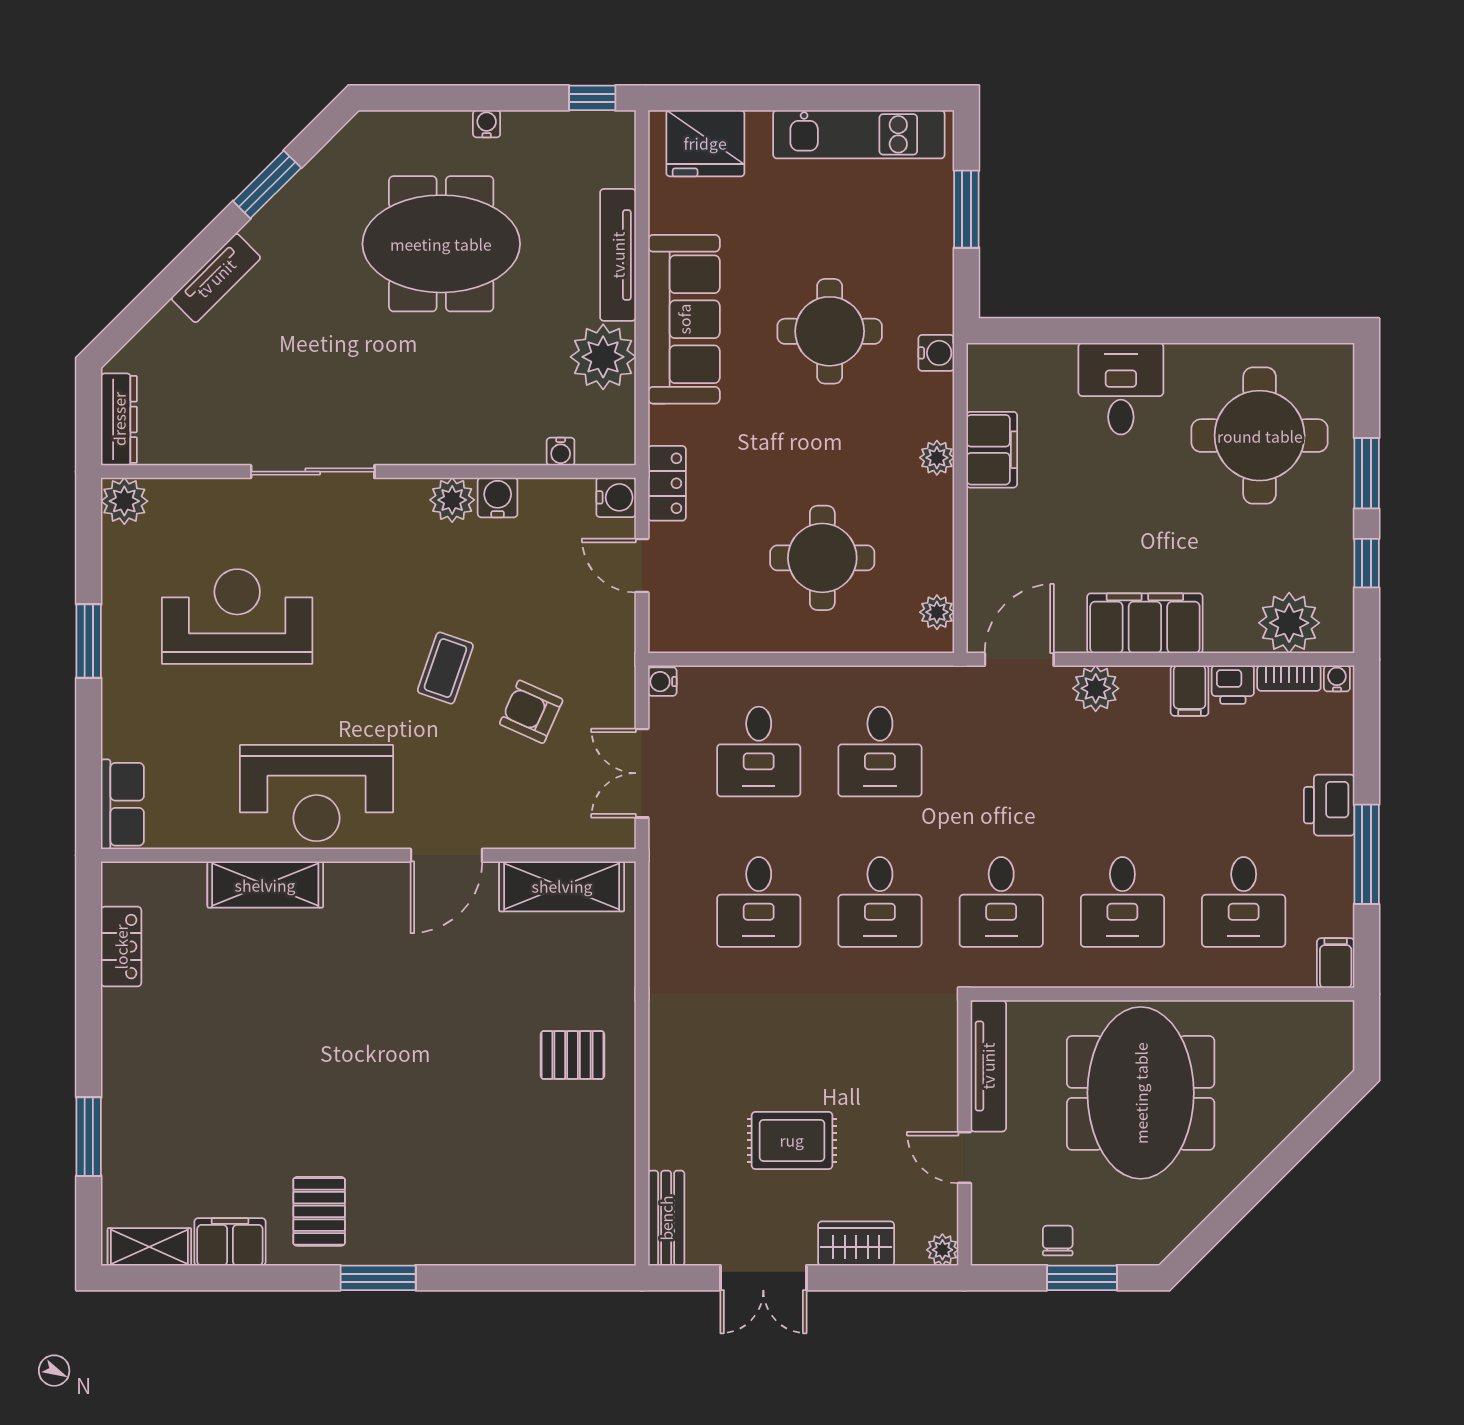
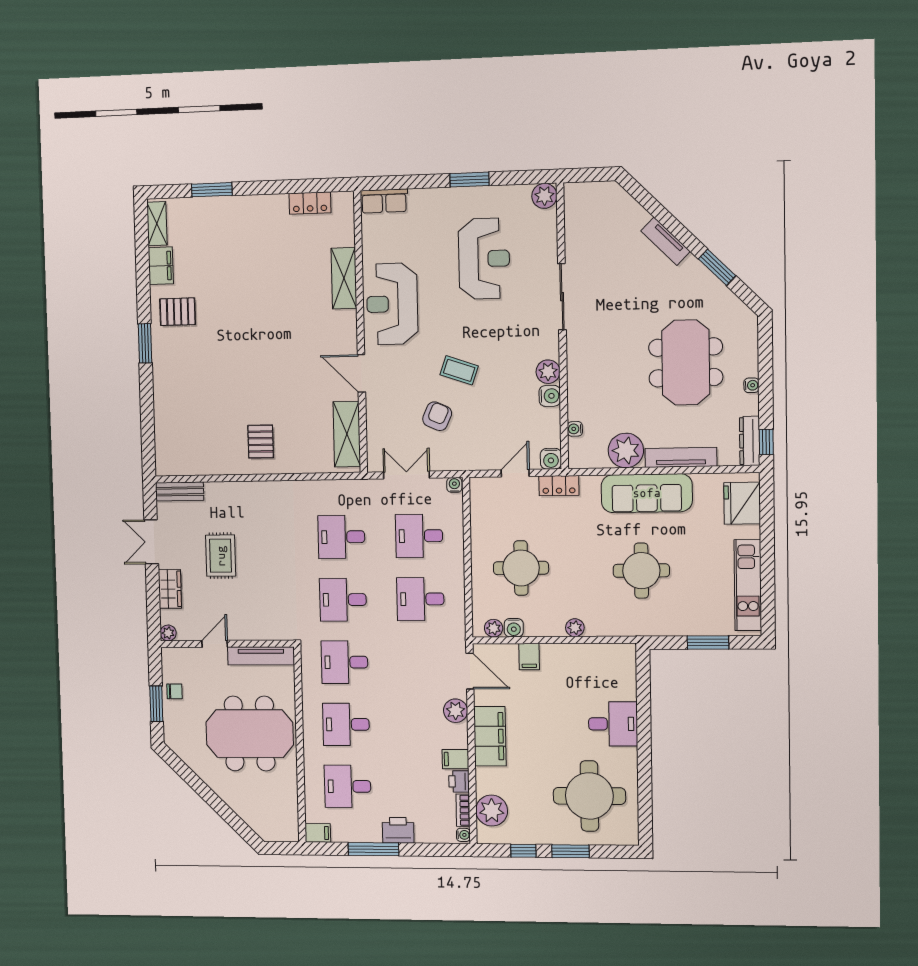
water cooler: (936, 353) -> (514, 628), moved
dresser: (119, 419) -> (750, 441), moved, turned 90
filing cabinet: (992, 450) -> (529, 657), moved, width x0.50

